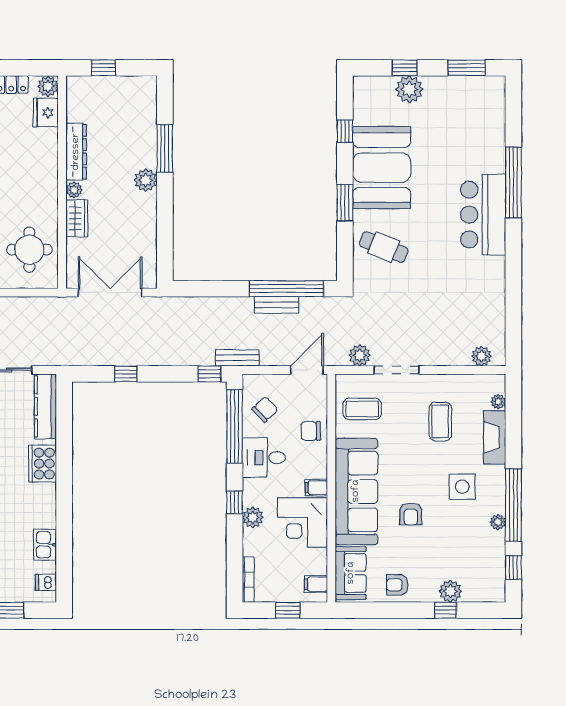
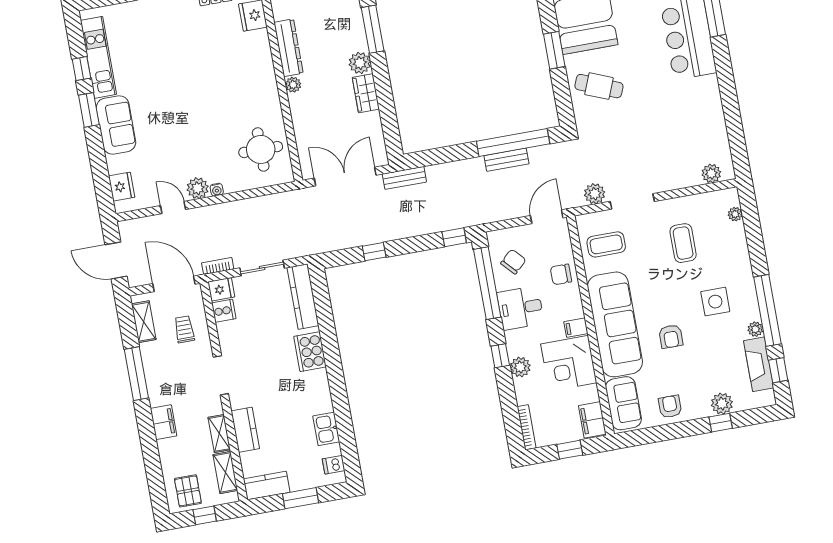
wardrobe: (77, 218) -> (366, 93), moved, turned 180
bench: (237, 358) -> (404, 178), moved
fireplace: (495, 437) -> (759, 364), moved
filing cabinet: (316, 584) -> (592, 420), width x2.00
armchair: (397, 585) -> (670, 407), turned 90

